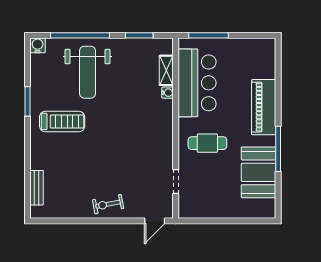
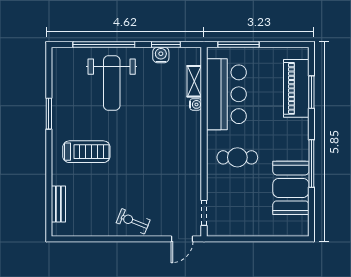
water cooler: (38, 45) -> (161, 55), moved
window: (278, 81) -> (311, 92), added
piano: (264, 107) -> (296, 88), moved
treadmill: (62, 122) -> (86, 152), moved
doorway: (176, 181) -> (204, 213), moved
exercise bike: (108, 204) -> (133, 221), turned 33

